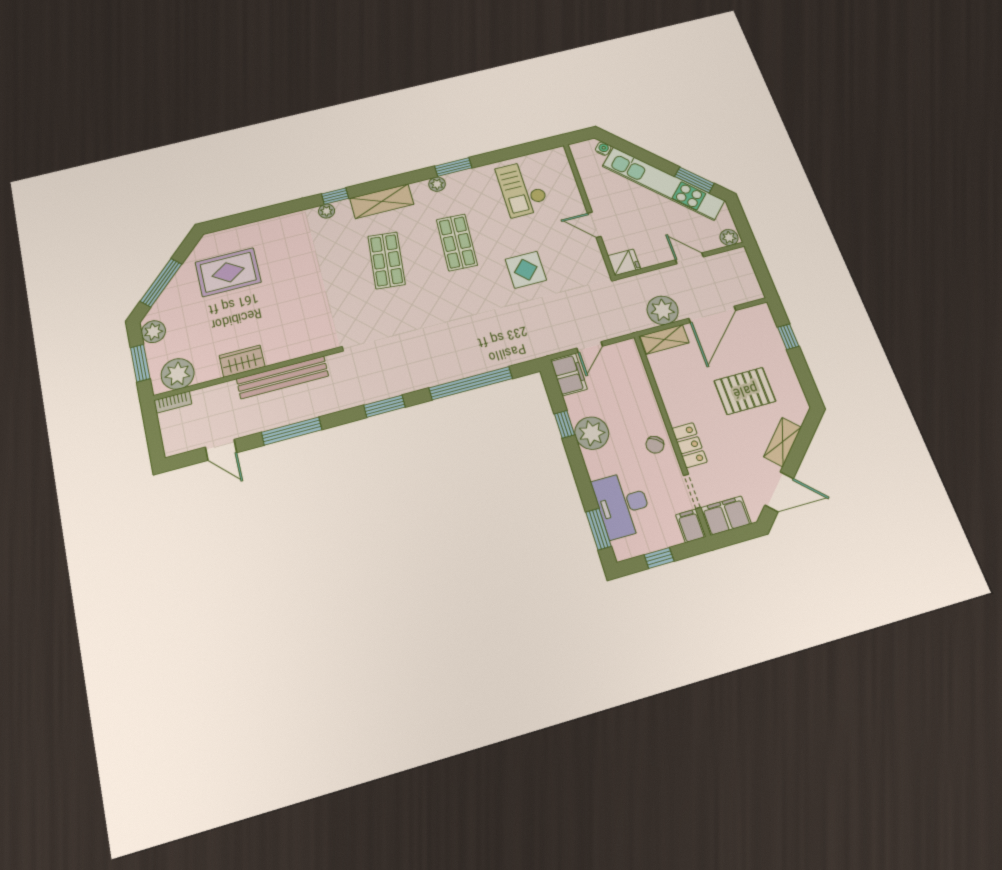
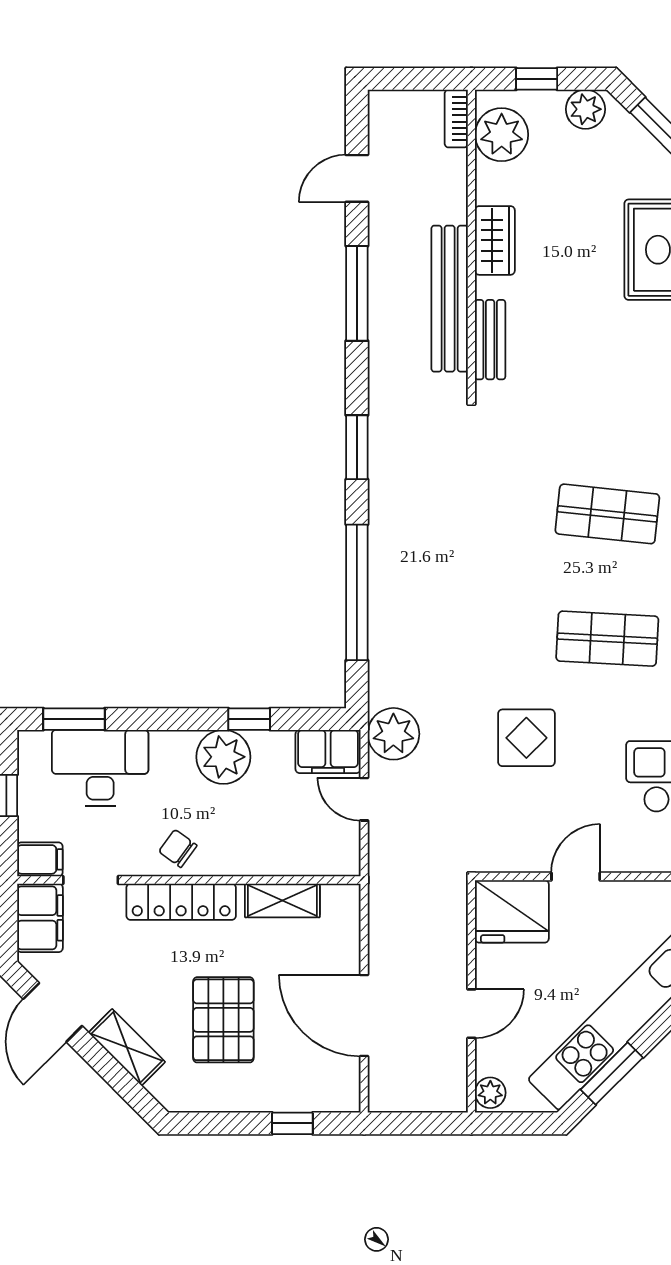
fridge: (624, 262) -> (512, 911), width x1.88, depth x1.34
plant: (663, 310) -> (393, 734), moved
shelving: (664, 339) -> (282, 901), moved, turned 90
bench: (302, 348) -> (490, 340), added
window: (140, 363) -> (537, 79), width x0.67
locker: (690, 445) -> (181, 902), width x1.53

